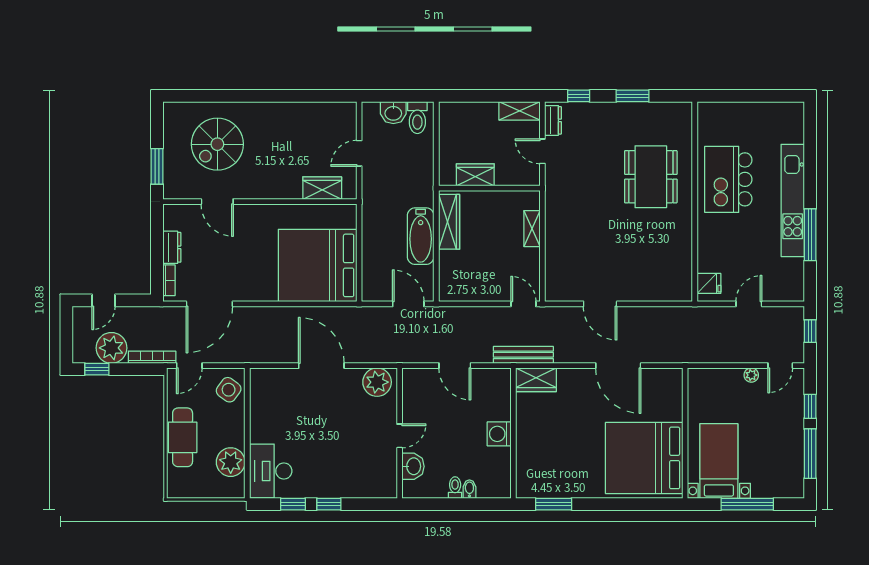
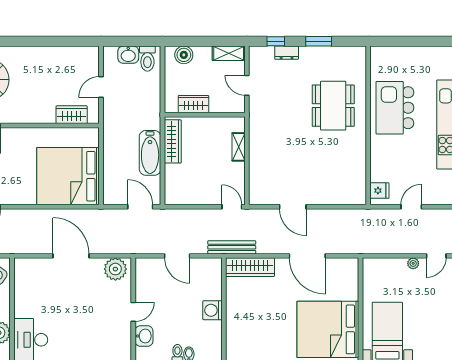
boiler: (463, 113) -> (184, 55), added
dresser: (553, 120) -> (287, 53), moved, turned 90
wardrobe: (536, 380) -> (250, 267), width x1.50

